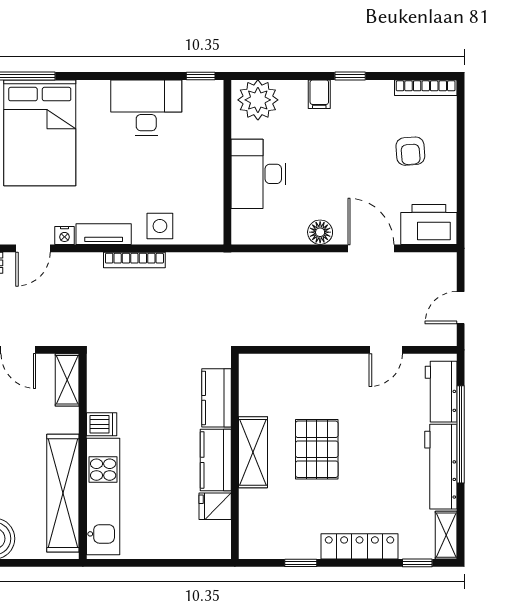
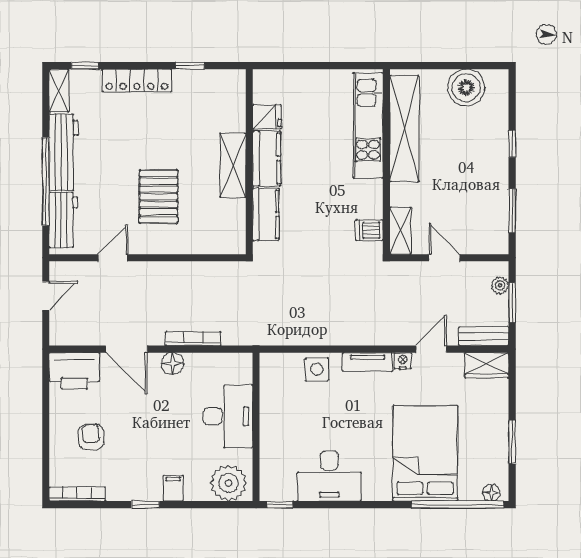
bookcase: (134, 260) -> (193, 339), moved
dishwasher: (102, 424) -> (369, 230), moved
pallet: (317, 449) -> (159, 197), moved

